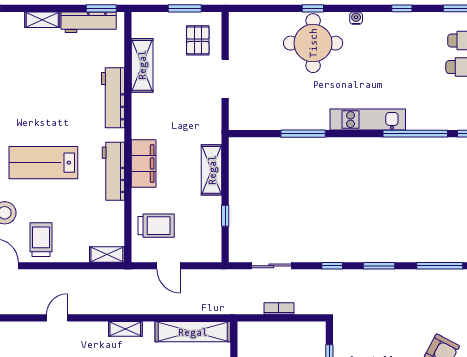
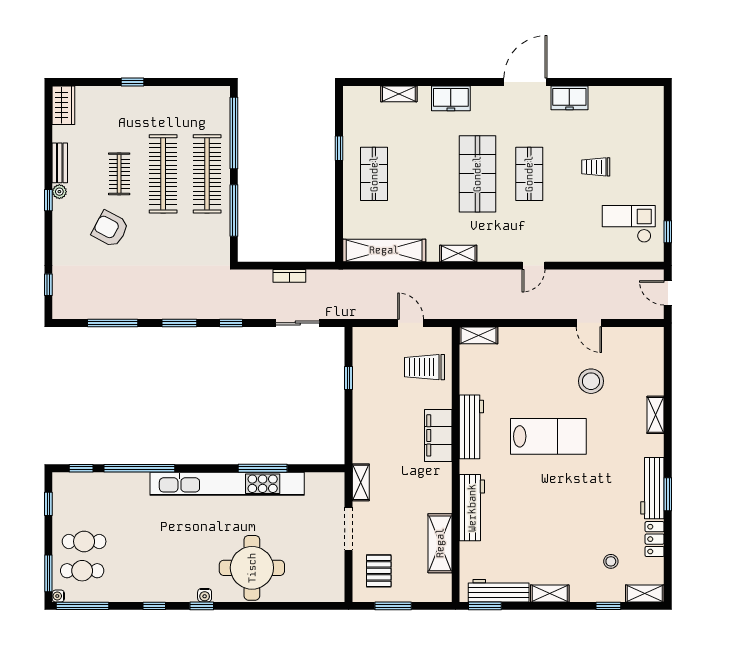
window: (313, 8) -> (202, 606), moved
kitchen unit: (368, 120) -> (227, 484), width x1.86
shelving: (212, 170) -> (361, 482), moved, width x0.67, depth x0.75
trolley: (41, 240) -> (551, 352), removed

